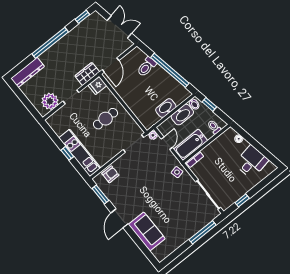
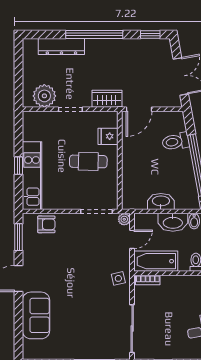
dresser: (28, 72) -> (61, 46), moved
fridge: (98, 85) -> (108, 136), moved

